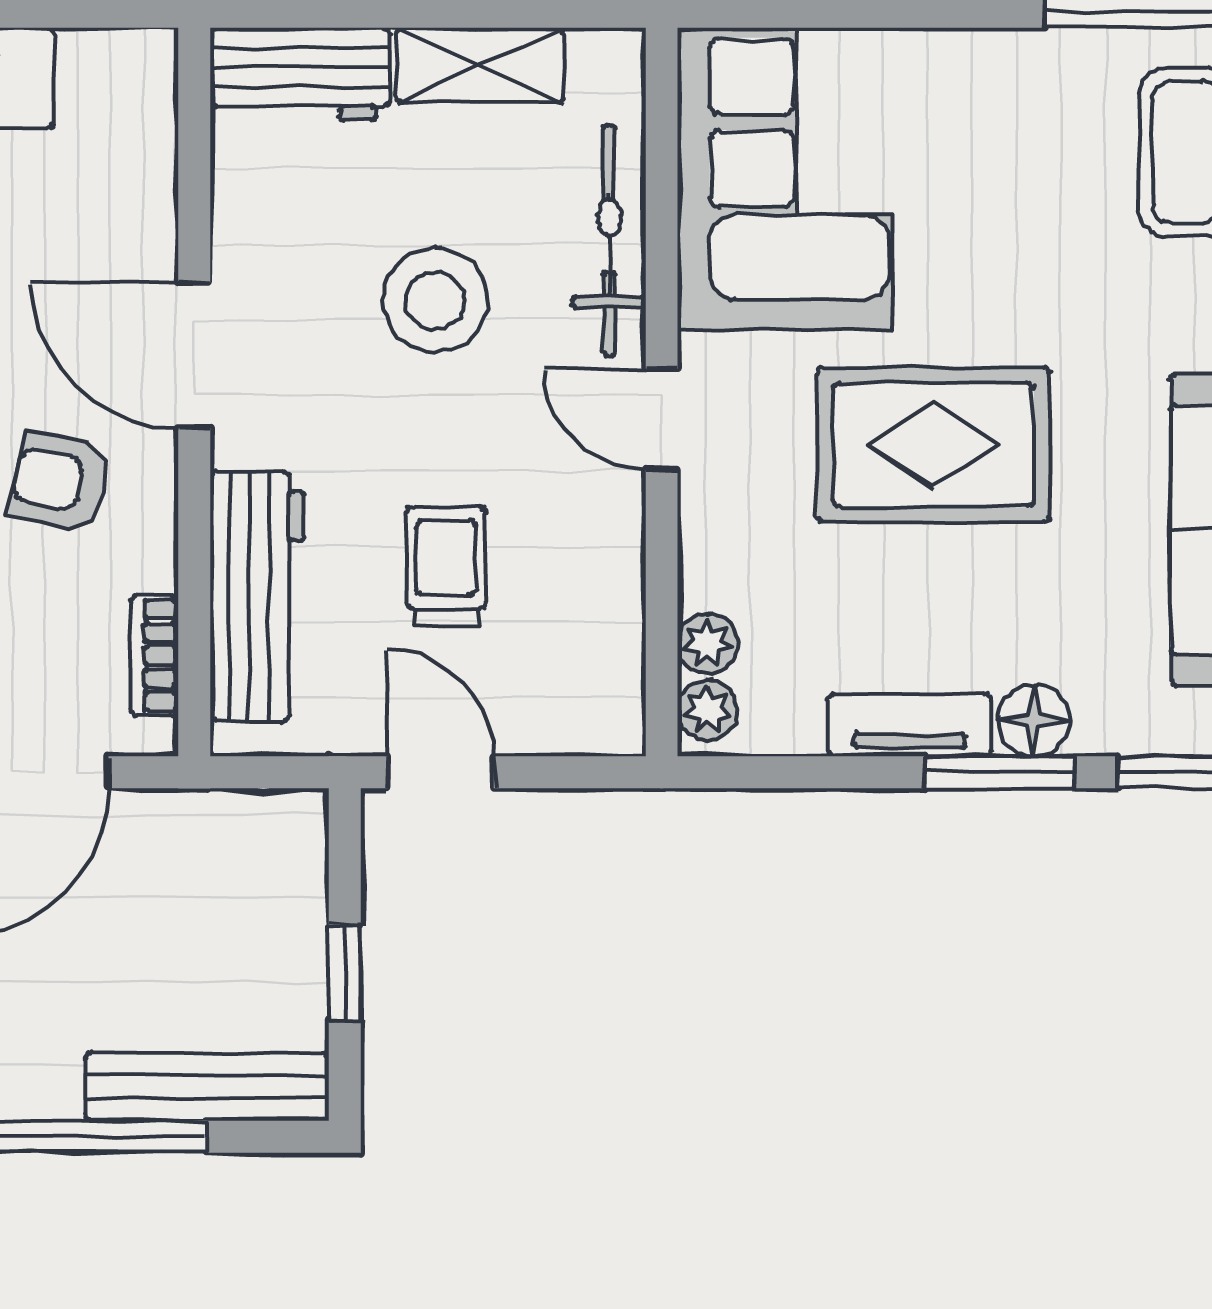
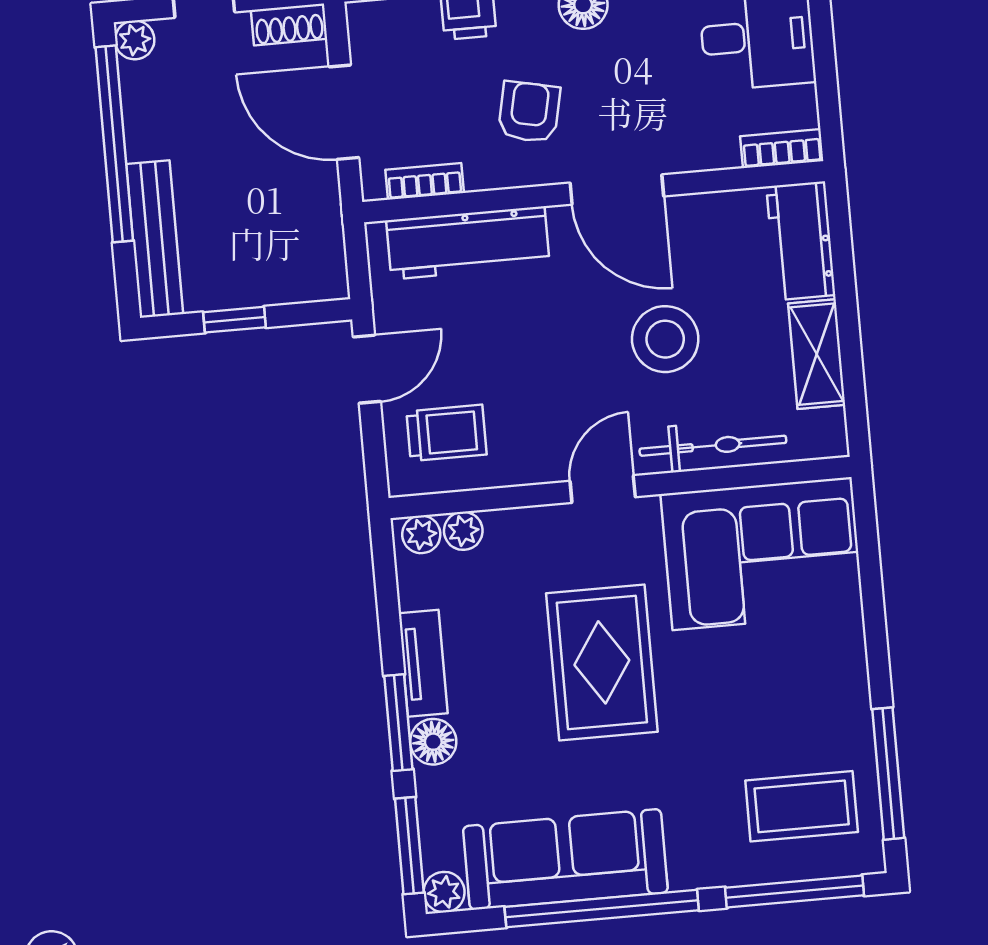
bookcase: (153, 91) -> (782, 149), added
door: (194, 355) -> (617, 190), swing flipped
trolley: (446, 566) -> (446, 433), moved

